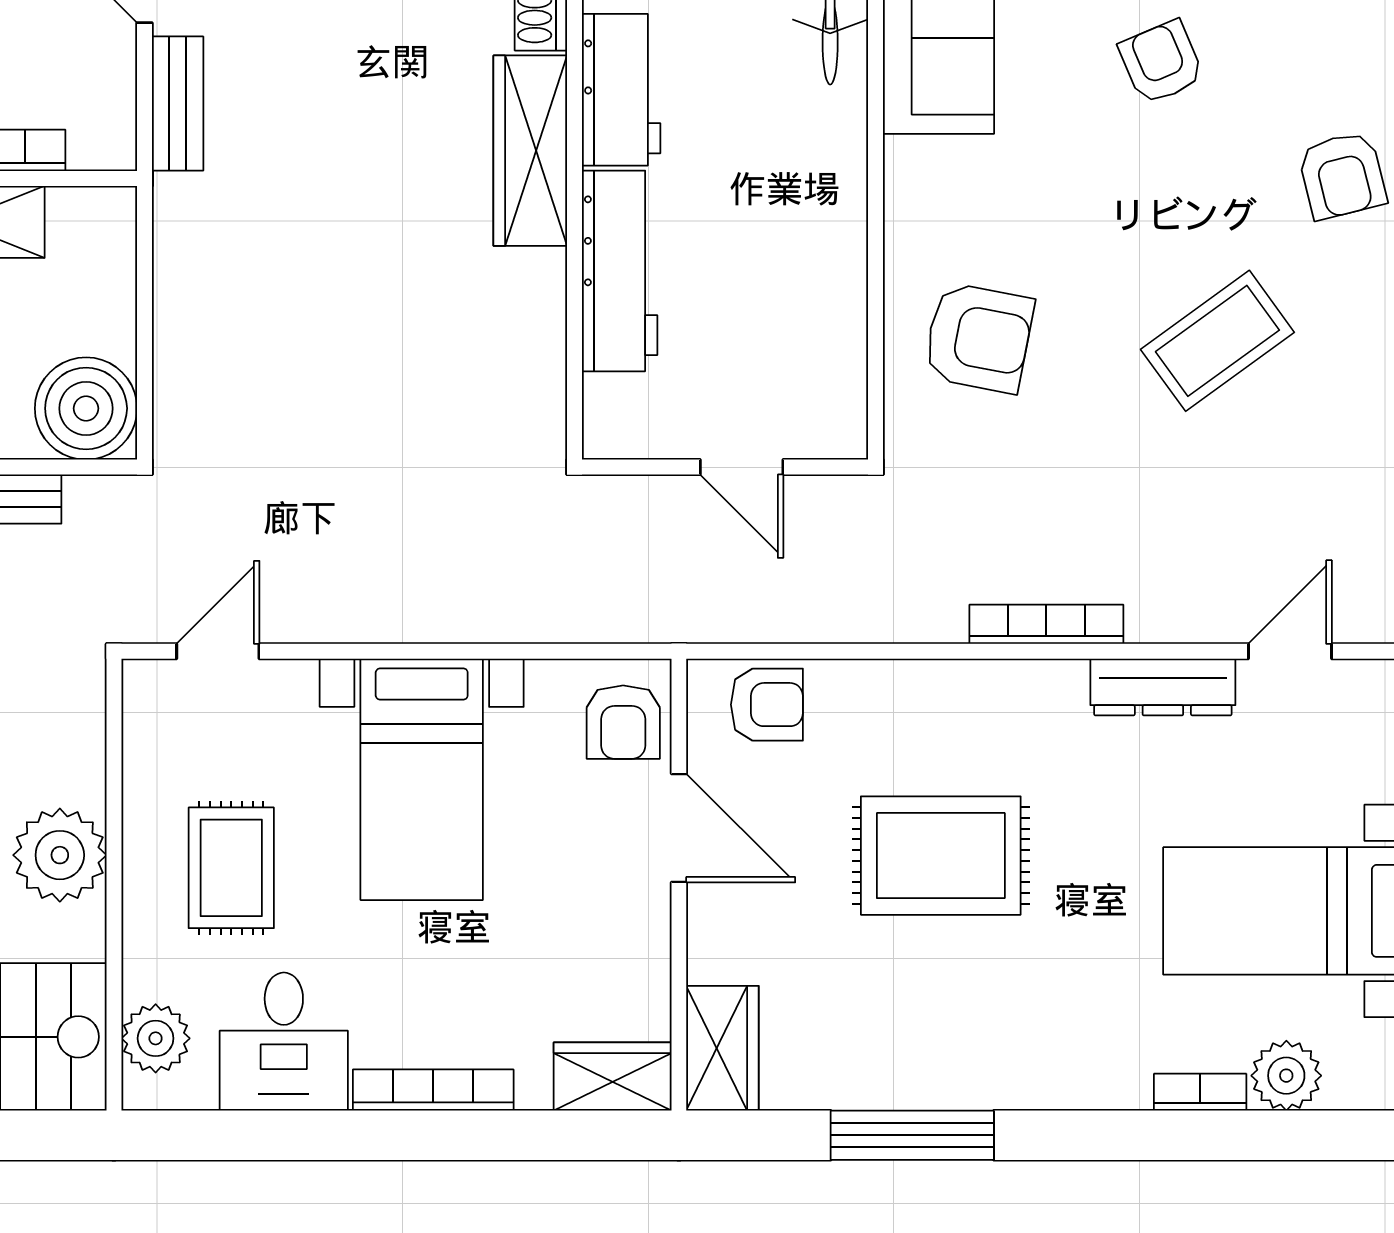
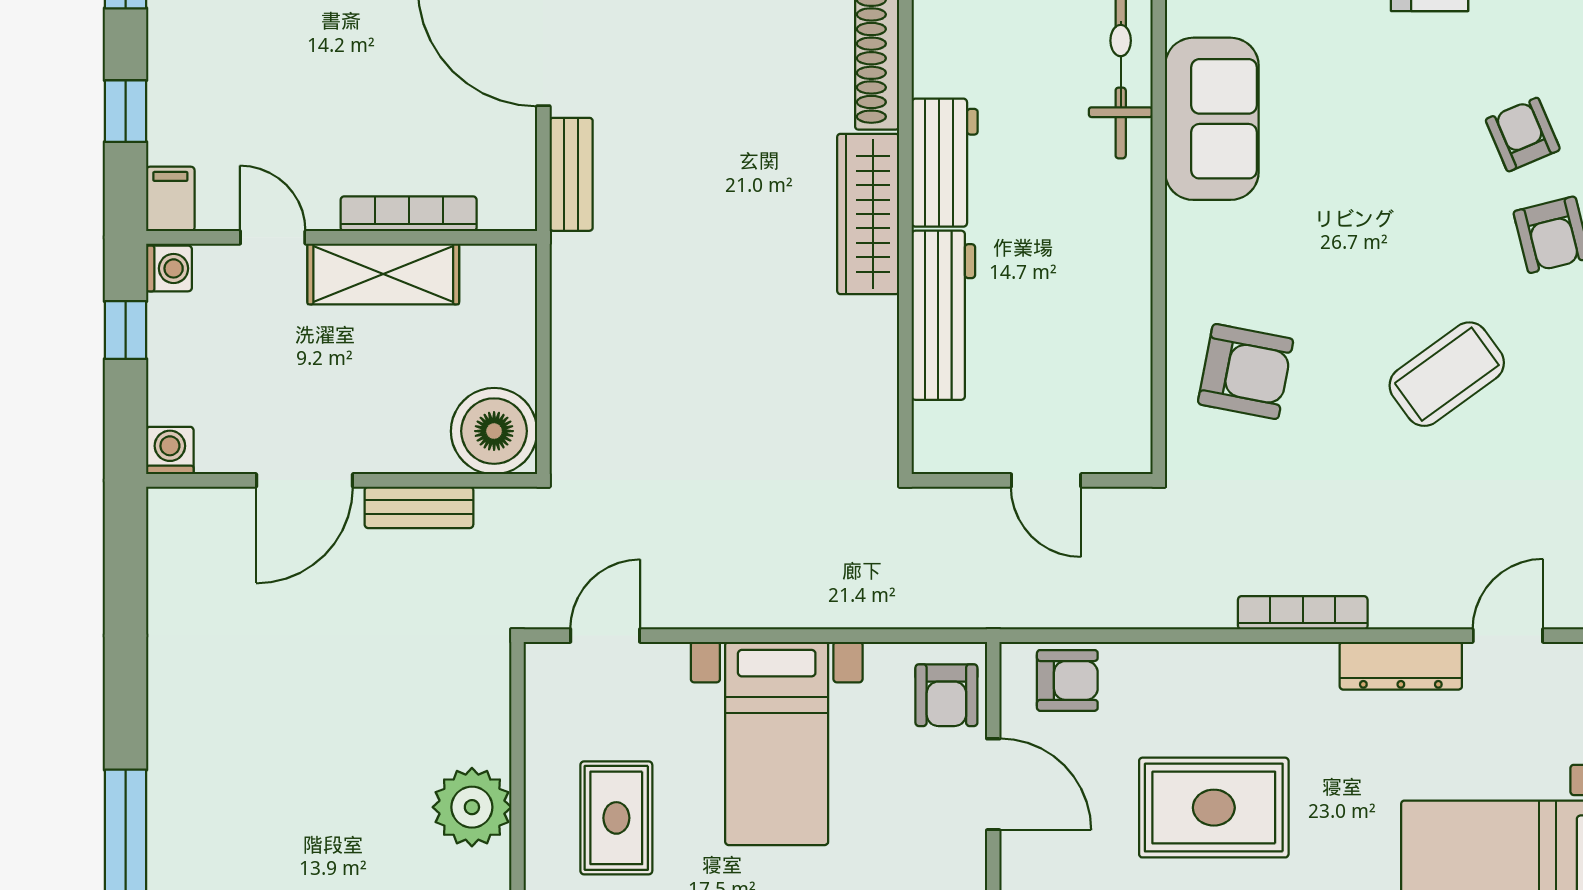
armchair: (1161, 62) -> (1523, 135), moved

